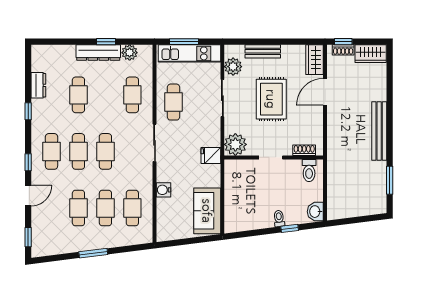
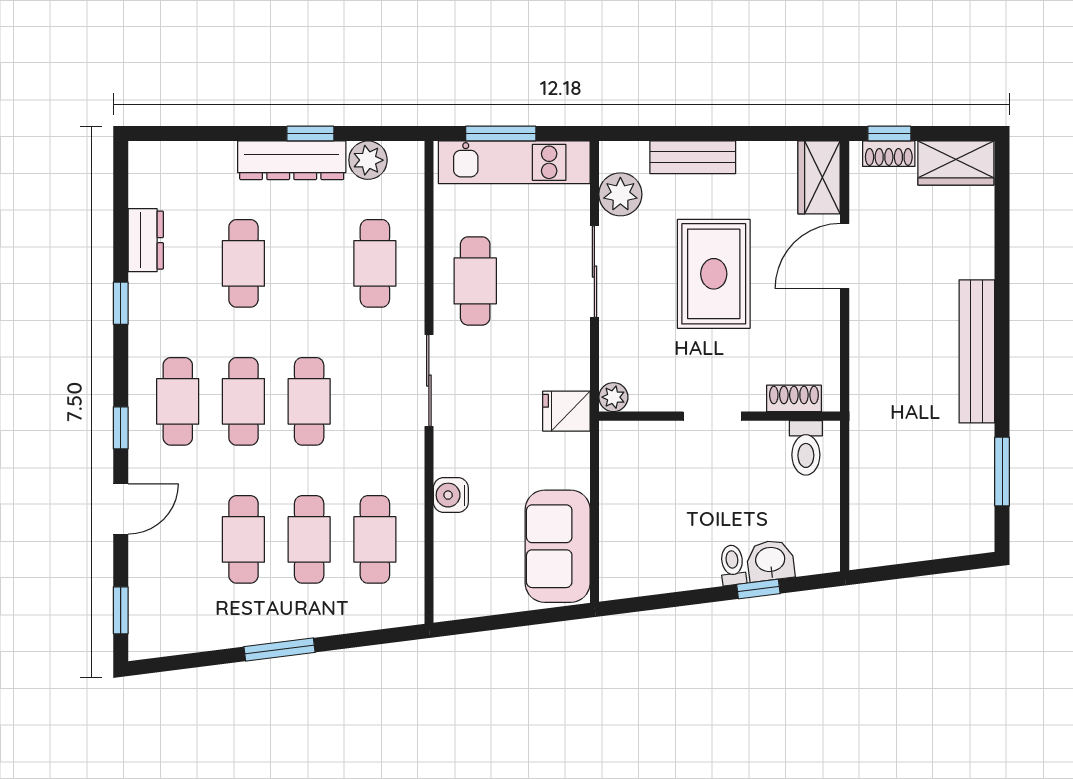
plant: (235, 144) -> (613, 397), width x0.53, depth x0.53
washbasin: (315, 212) -> (770, 561), moved, turned 83

